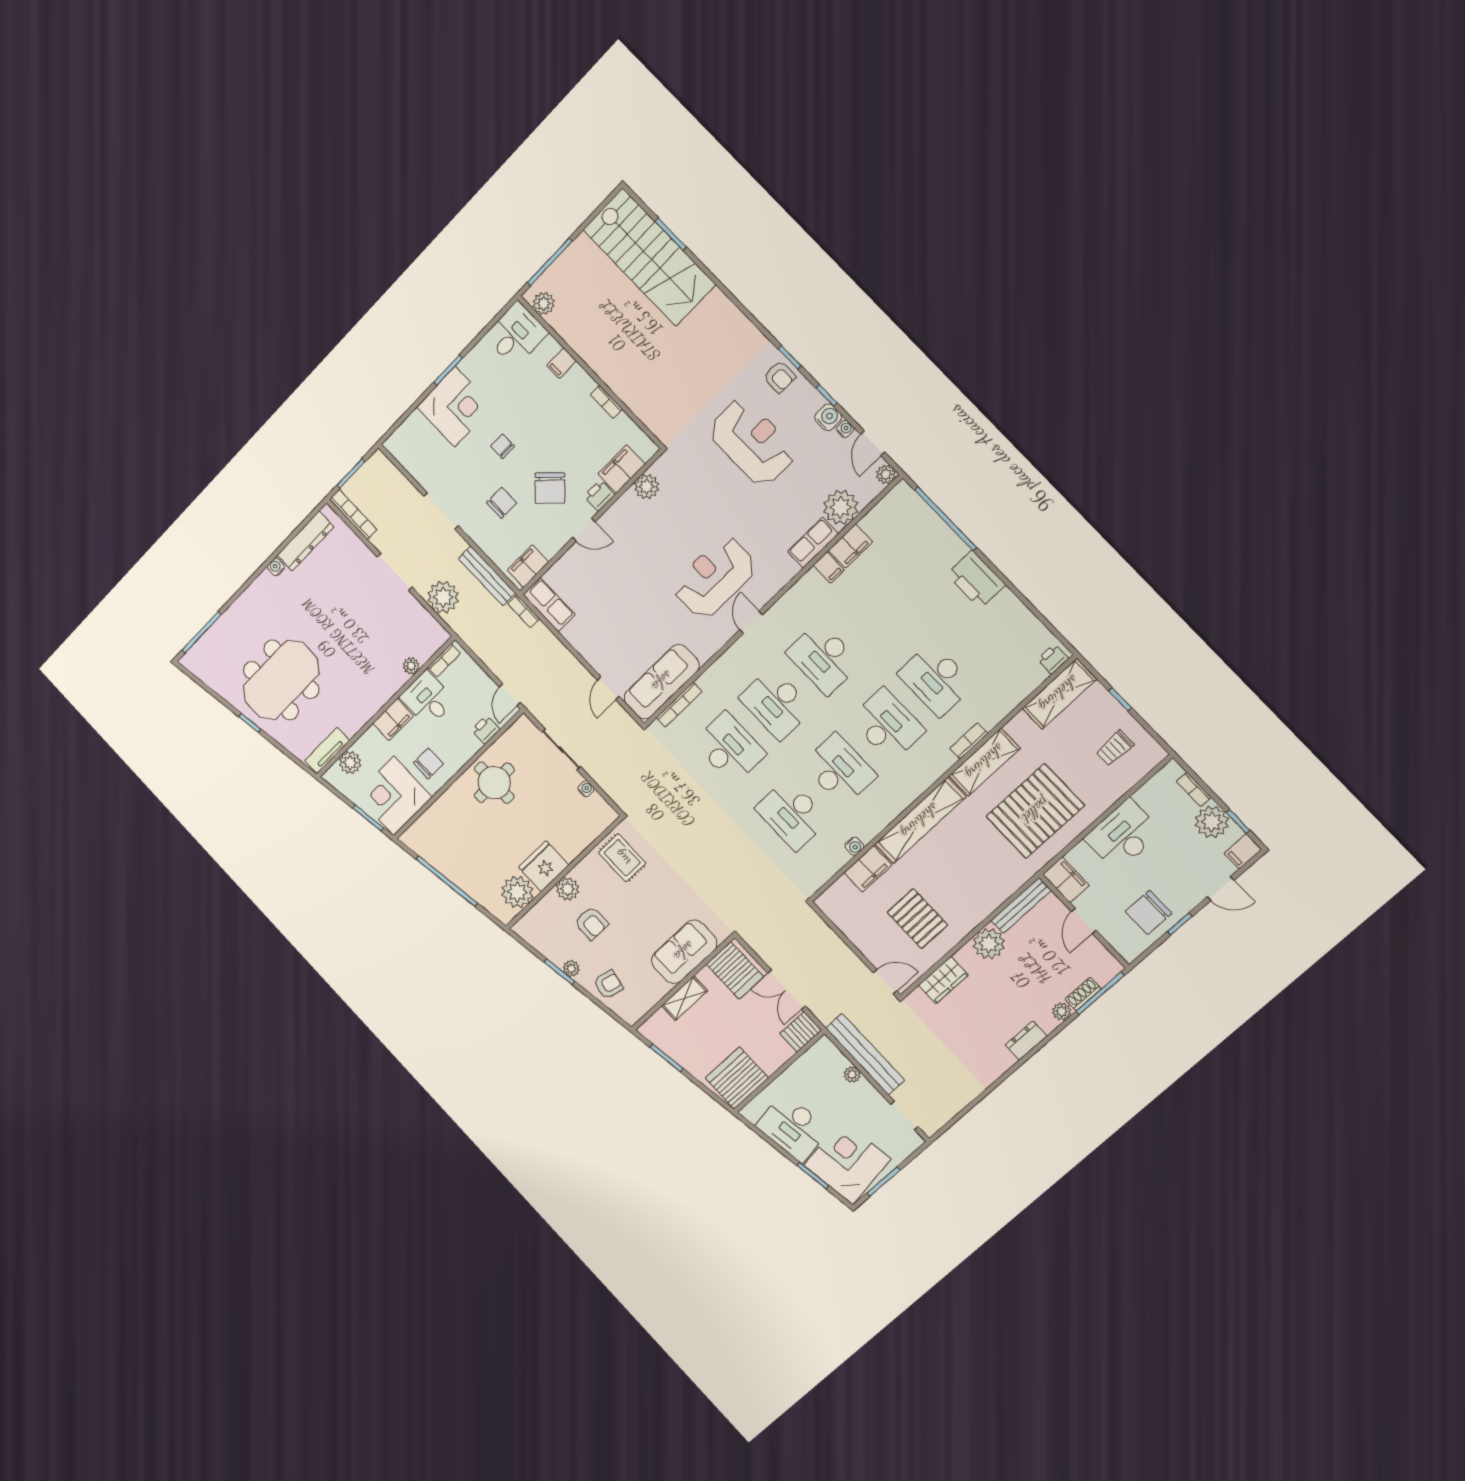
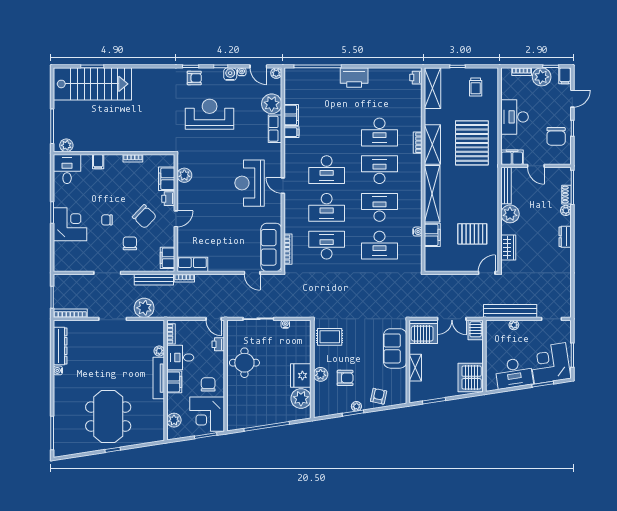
tv unit: (327, 750) -> (159, 378), moved, width x1.41

